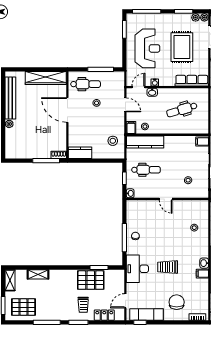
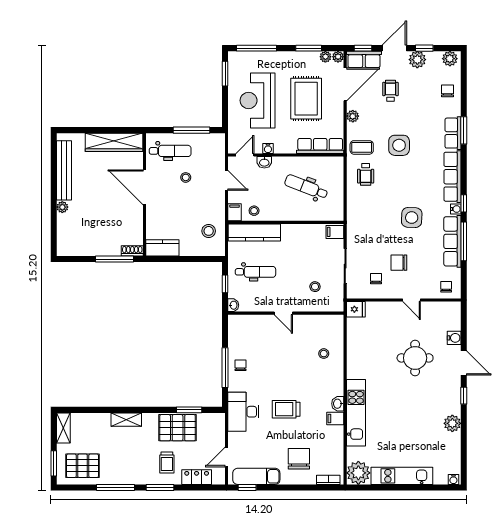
reception desk: (147, 48) -> (258, 100), turned 180
dental chair: (182, 110) -> (306, 187), turned 38
shelving: (38, 274) -> (126, 420), moved

